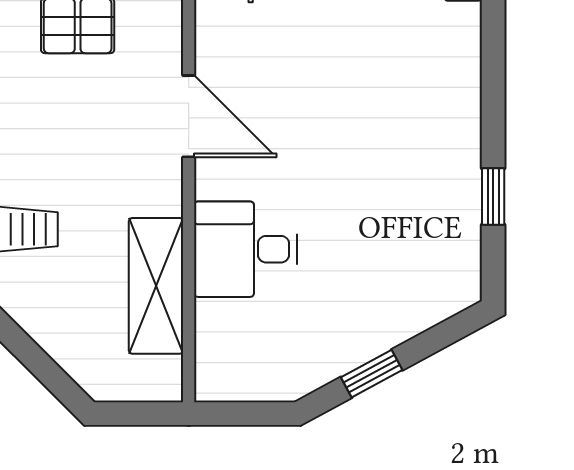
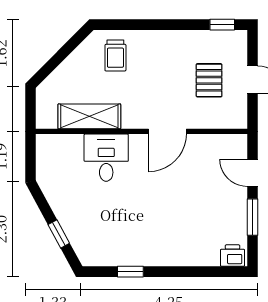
window: (372, 374) -> (59, 234), moved

